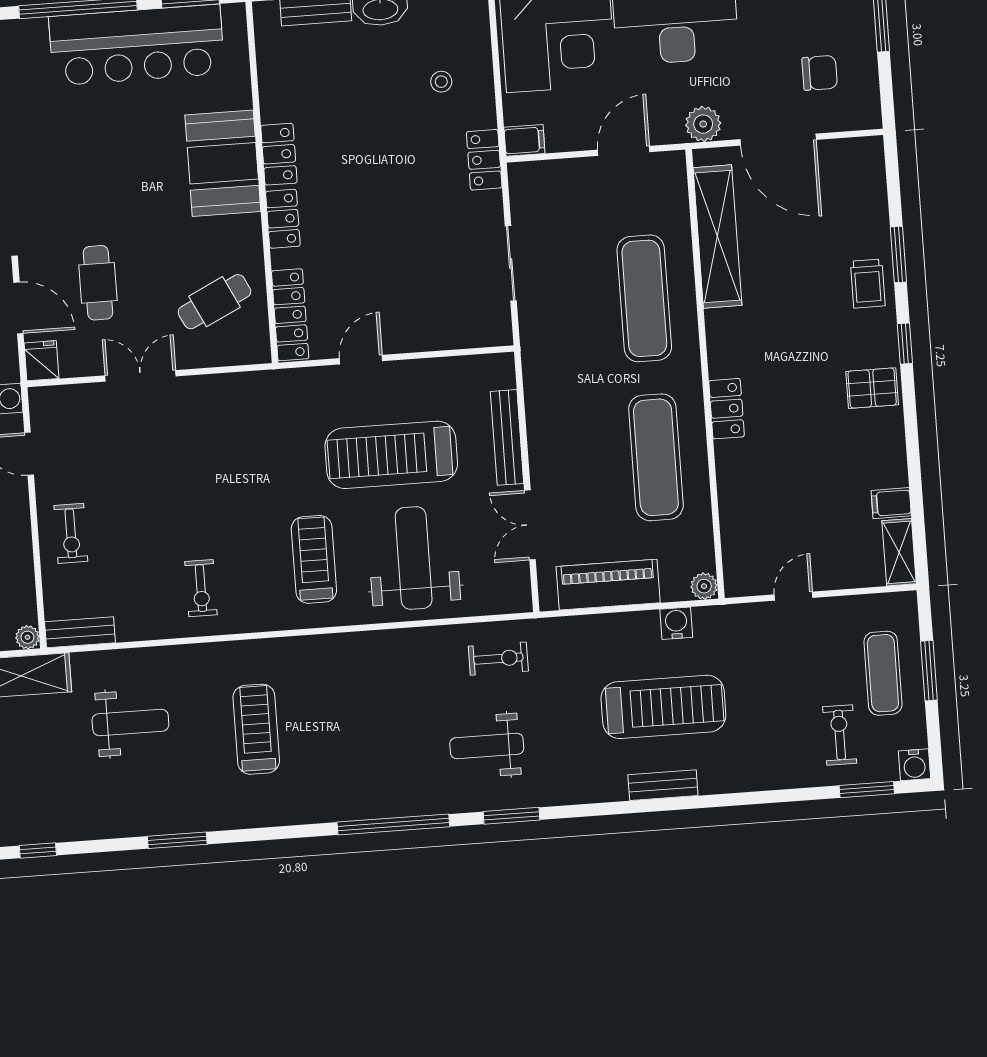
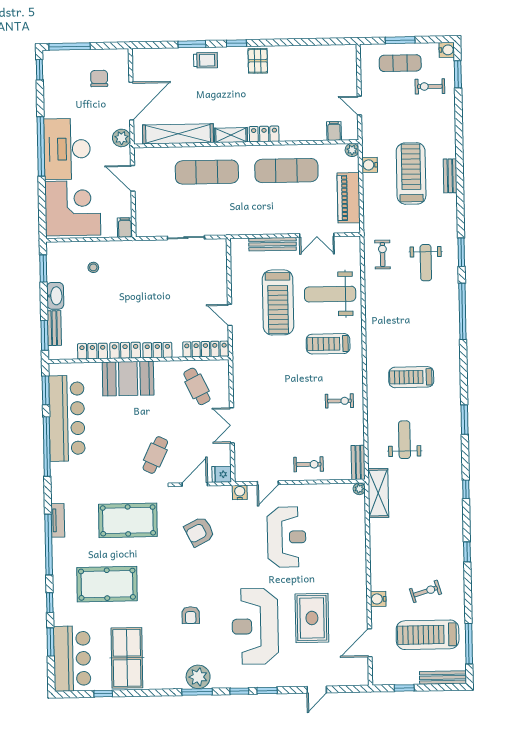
locker: (484, 160) -> (92, 351), moved, turned 180
cafe table: (98, 283) -> (155, 455), moved, turned -65
filing cabinet: (891, 503) -> (334, 131), moved, turned 180
shelving: (899, 552) -> (231, 135), moved

